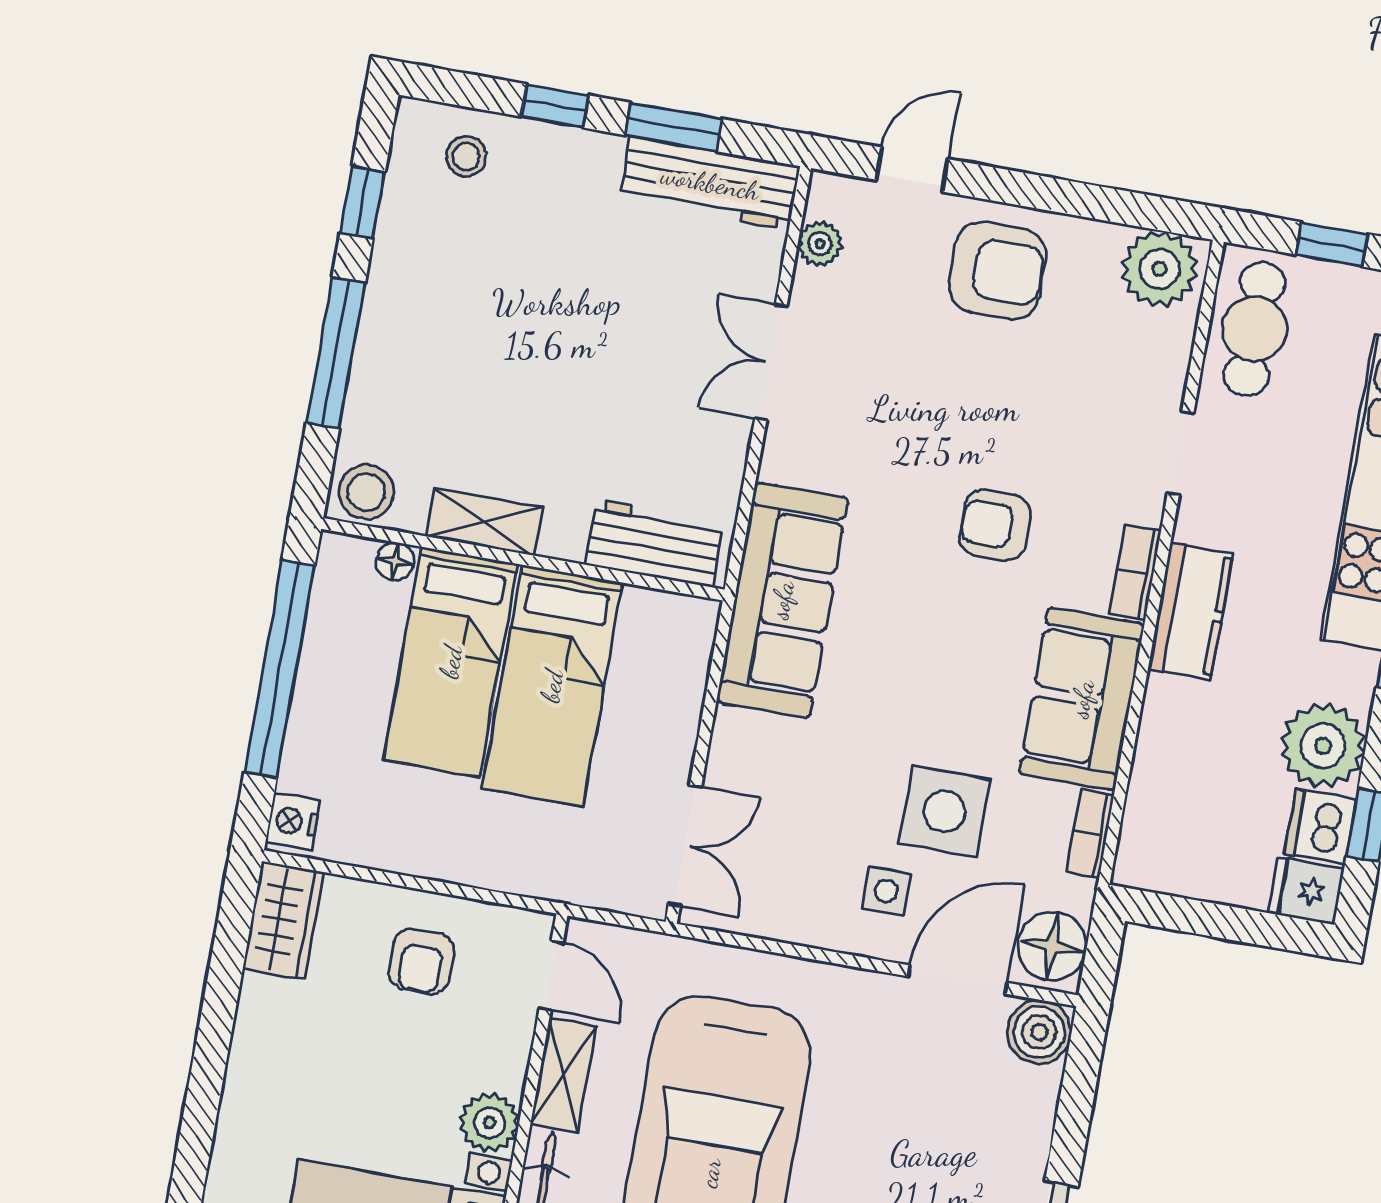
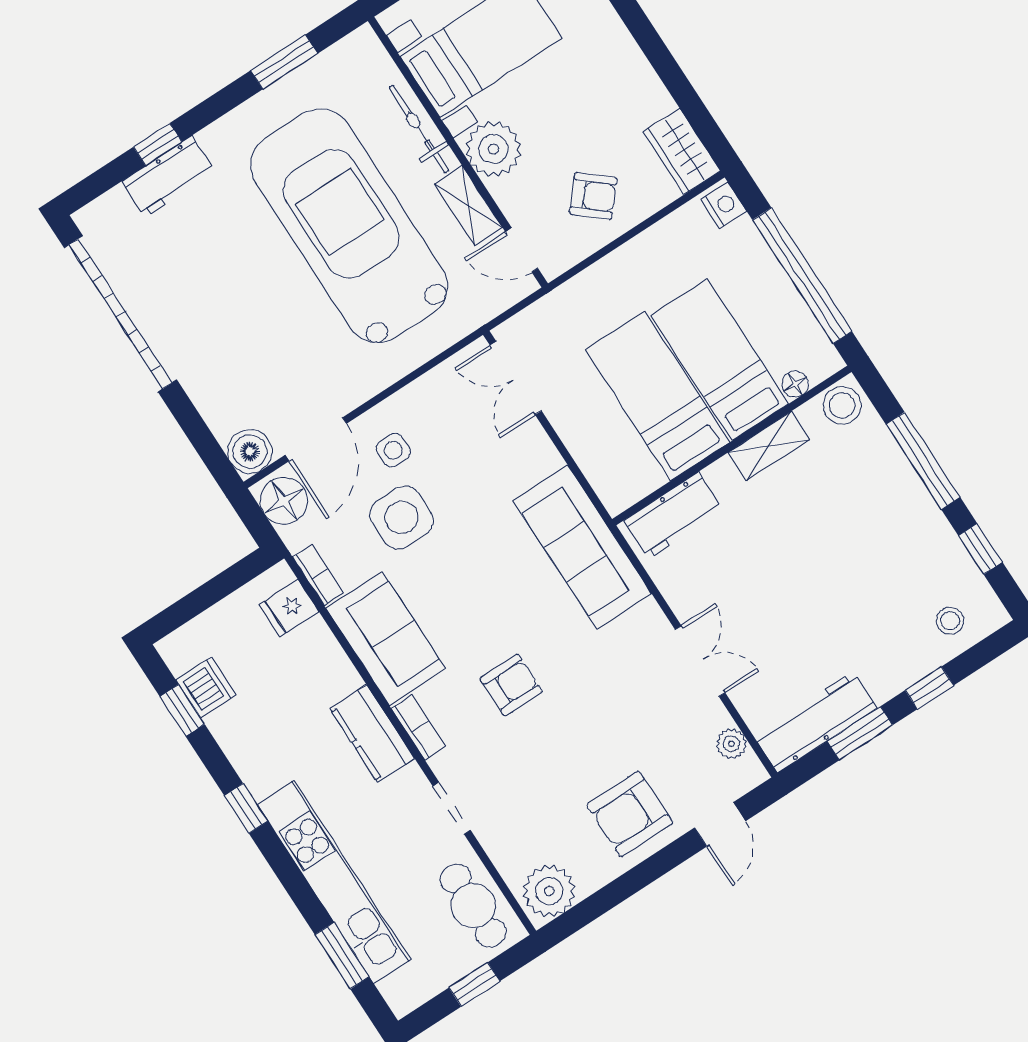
plant: (1323, 746) -> (243, 729), removed
fridge: (1306, 890) -> (289, 608), moved, turned 180
armchair: (421, 961) -> (593, 196), turned 131
plant: (489, 1123) -> (493, 149), width x1.36, depth x1.36

